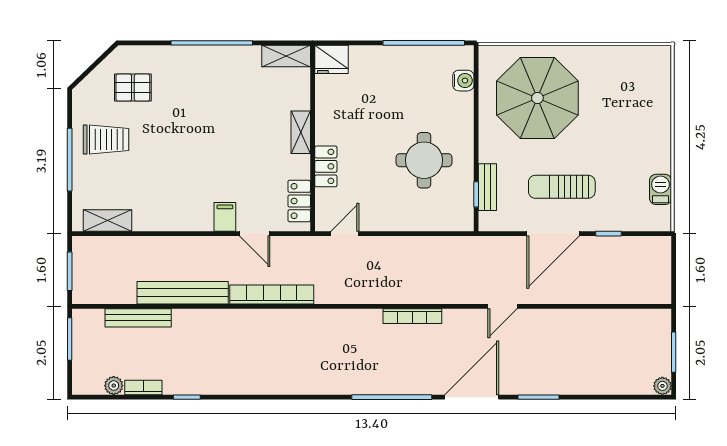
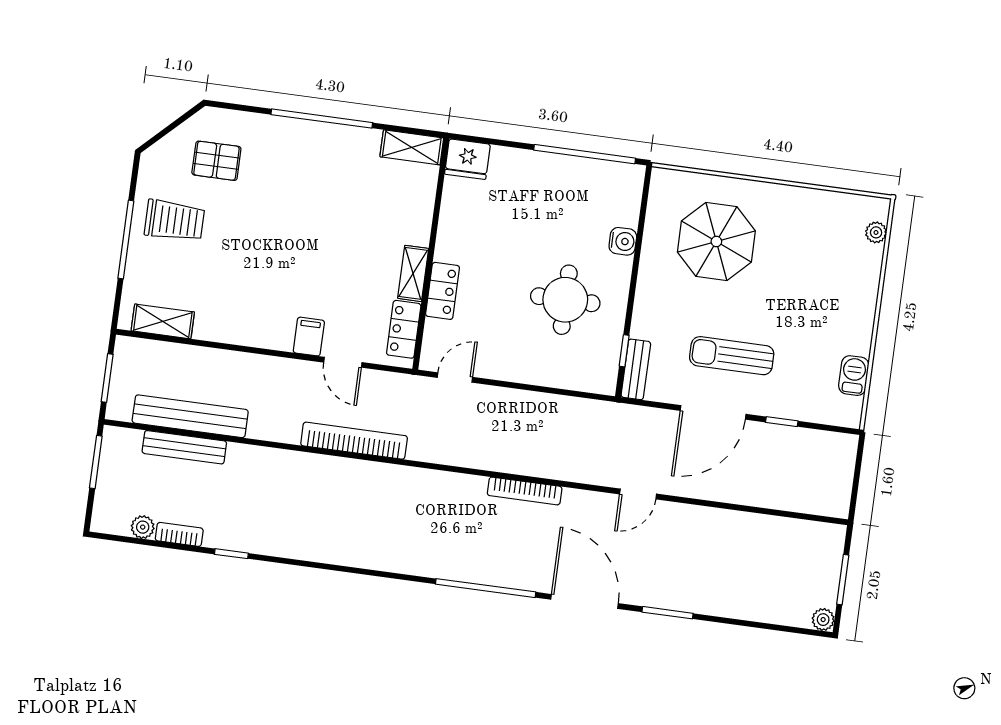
plant: (663, 74) -> (876, 232), added
water cooler: (463, 81) -> (623, 241), moved
parasol: (537, 98) -> (716, 242), width x0.73, depth x0.73
shelving: (301, 132) -> (413, 273), moved
bench: (487, 187) -> (636, 369), moved
bench: (183, 293) -> (190, 416), moved
door: (472, 397) -> (585, 601), hinge flipped

